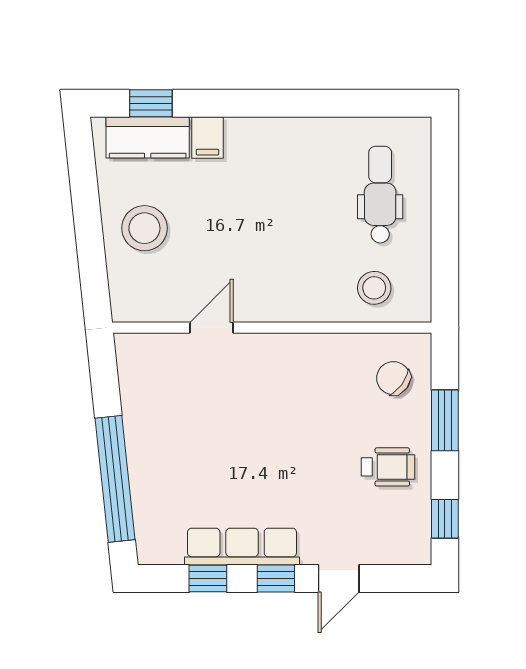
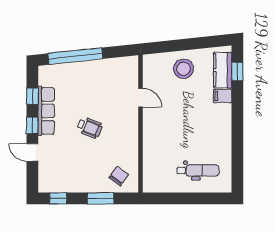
stool: (374, 288) -> (158, 168), removed
wheelchair: (388, 467) -> (90, 128), moved, turned -68

